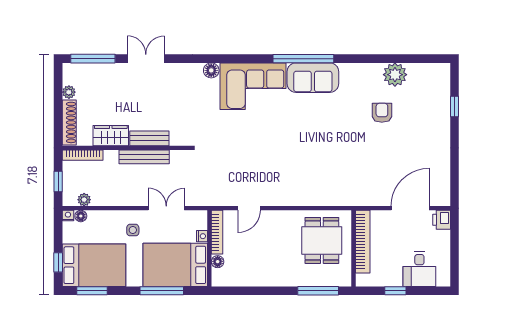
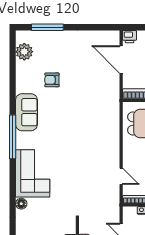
plant: (395, 75) -> (24, 52), moved
sofa: (313, 78) -> (26, 112), moved
window: (455, 107) -> (47, 27), width x2.17

